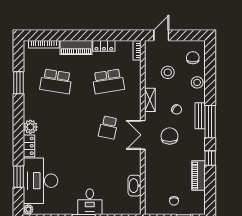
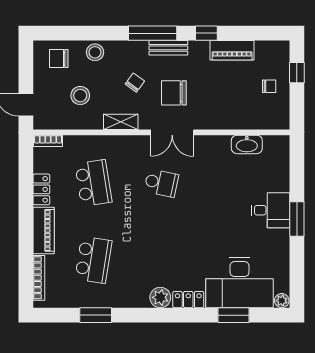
bench: (200, 116) -> (168, 48), moved

